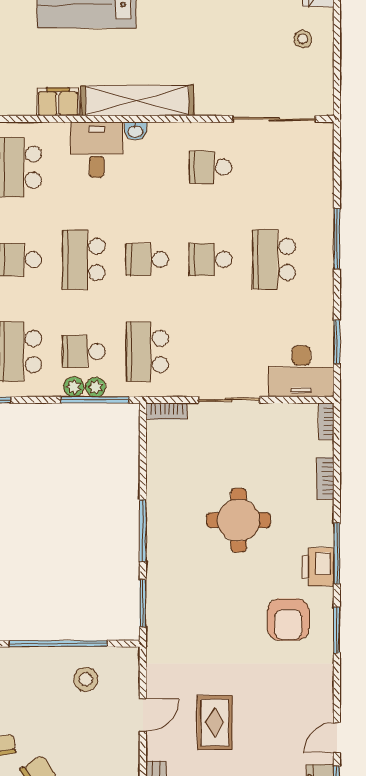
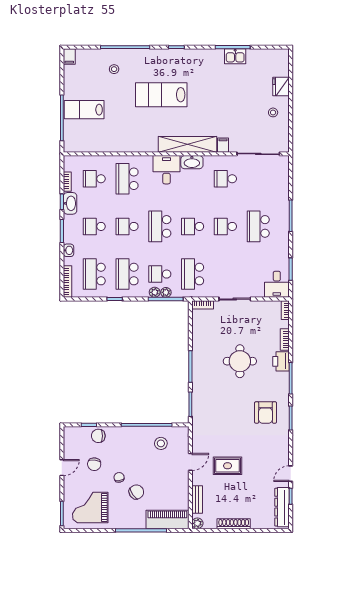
filing cabinet: (58, 102) -> (223, 145), moved, width x0.50
washbasin: (136, 131) -> (192, 162), width x1.91, depth x1.45
desk: (301, 371) -> (277, 284), width x0.73
printer: (318, 567) -> (281, 361), moved
rug: (215, 722) -> (228, 466), turned 90

